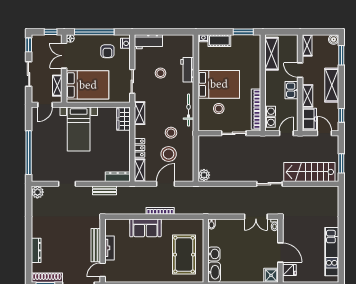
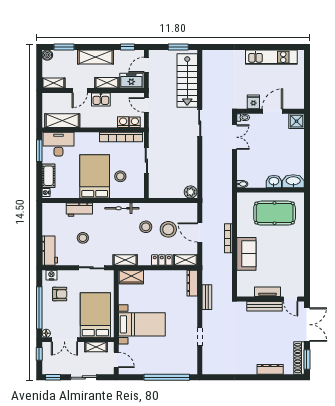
desk: (249, 50) -> (58, 144), added
plant: (37, 192) -> (209, 368), removed
fridge: (289, 270) -> (253, 102), moved

